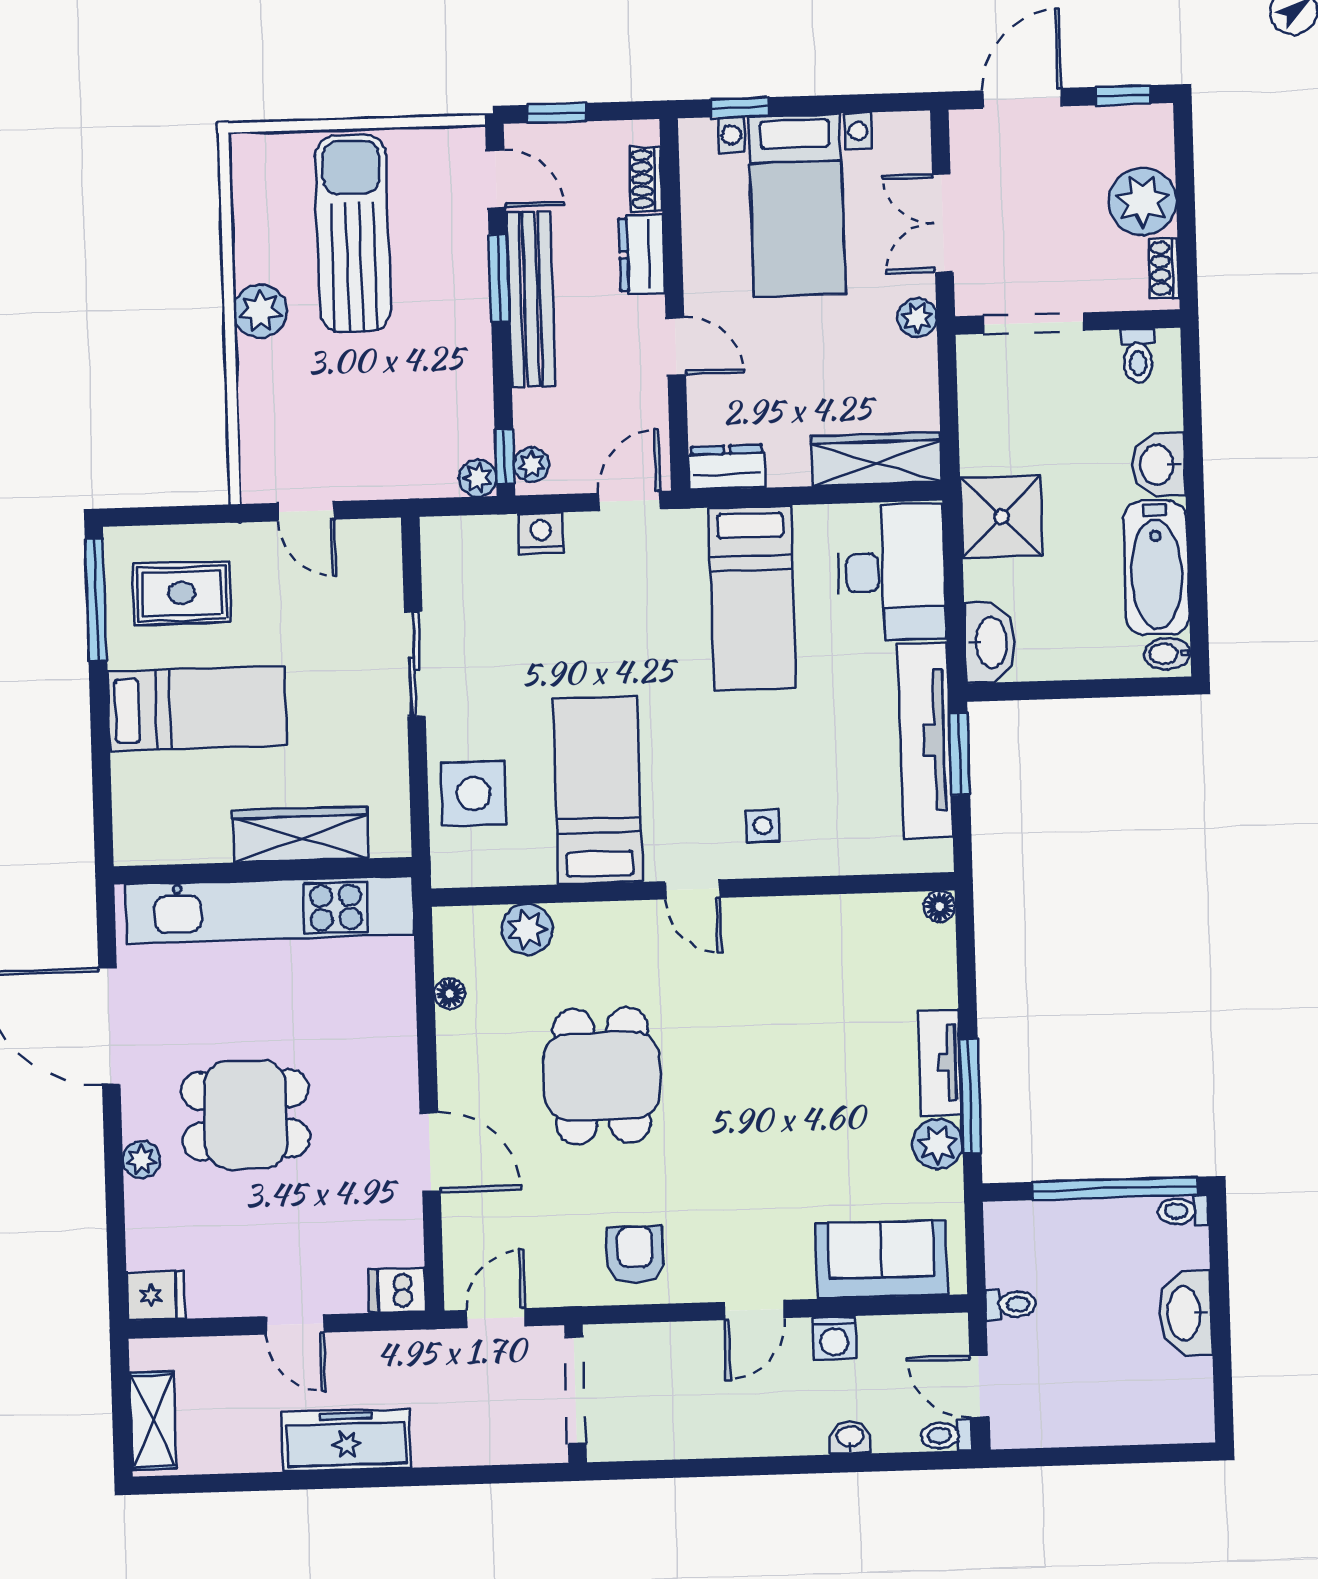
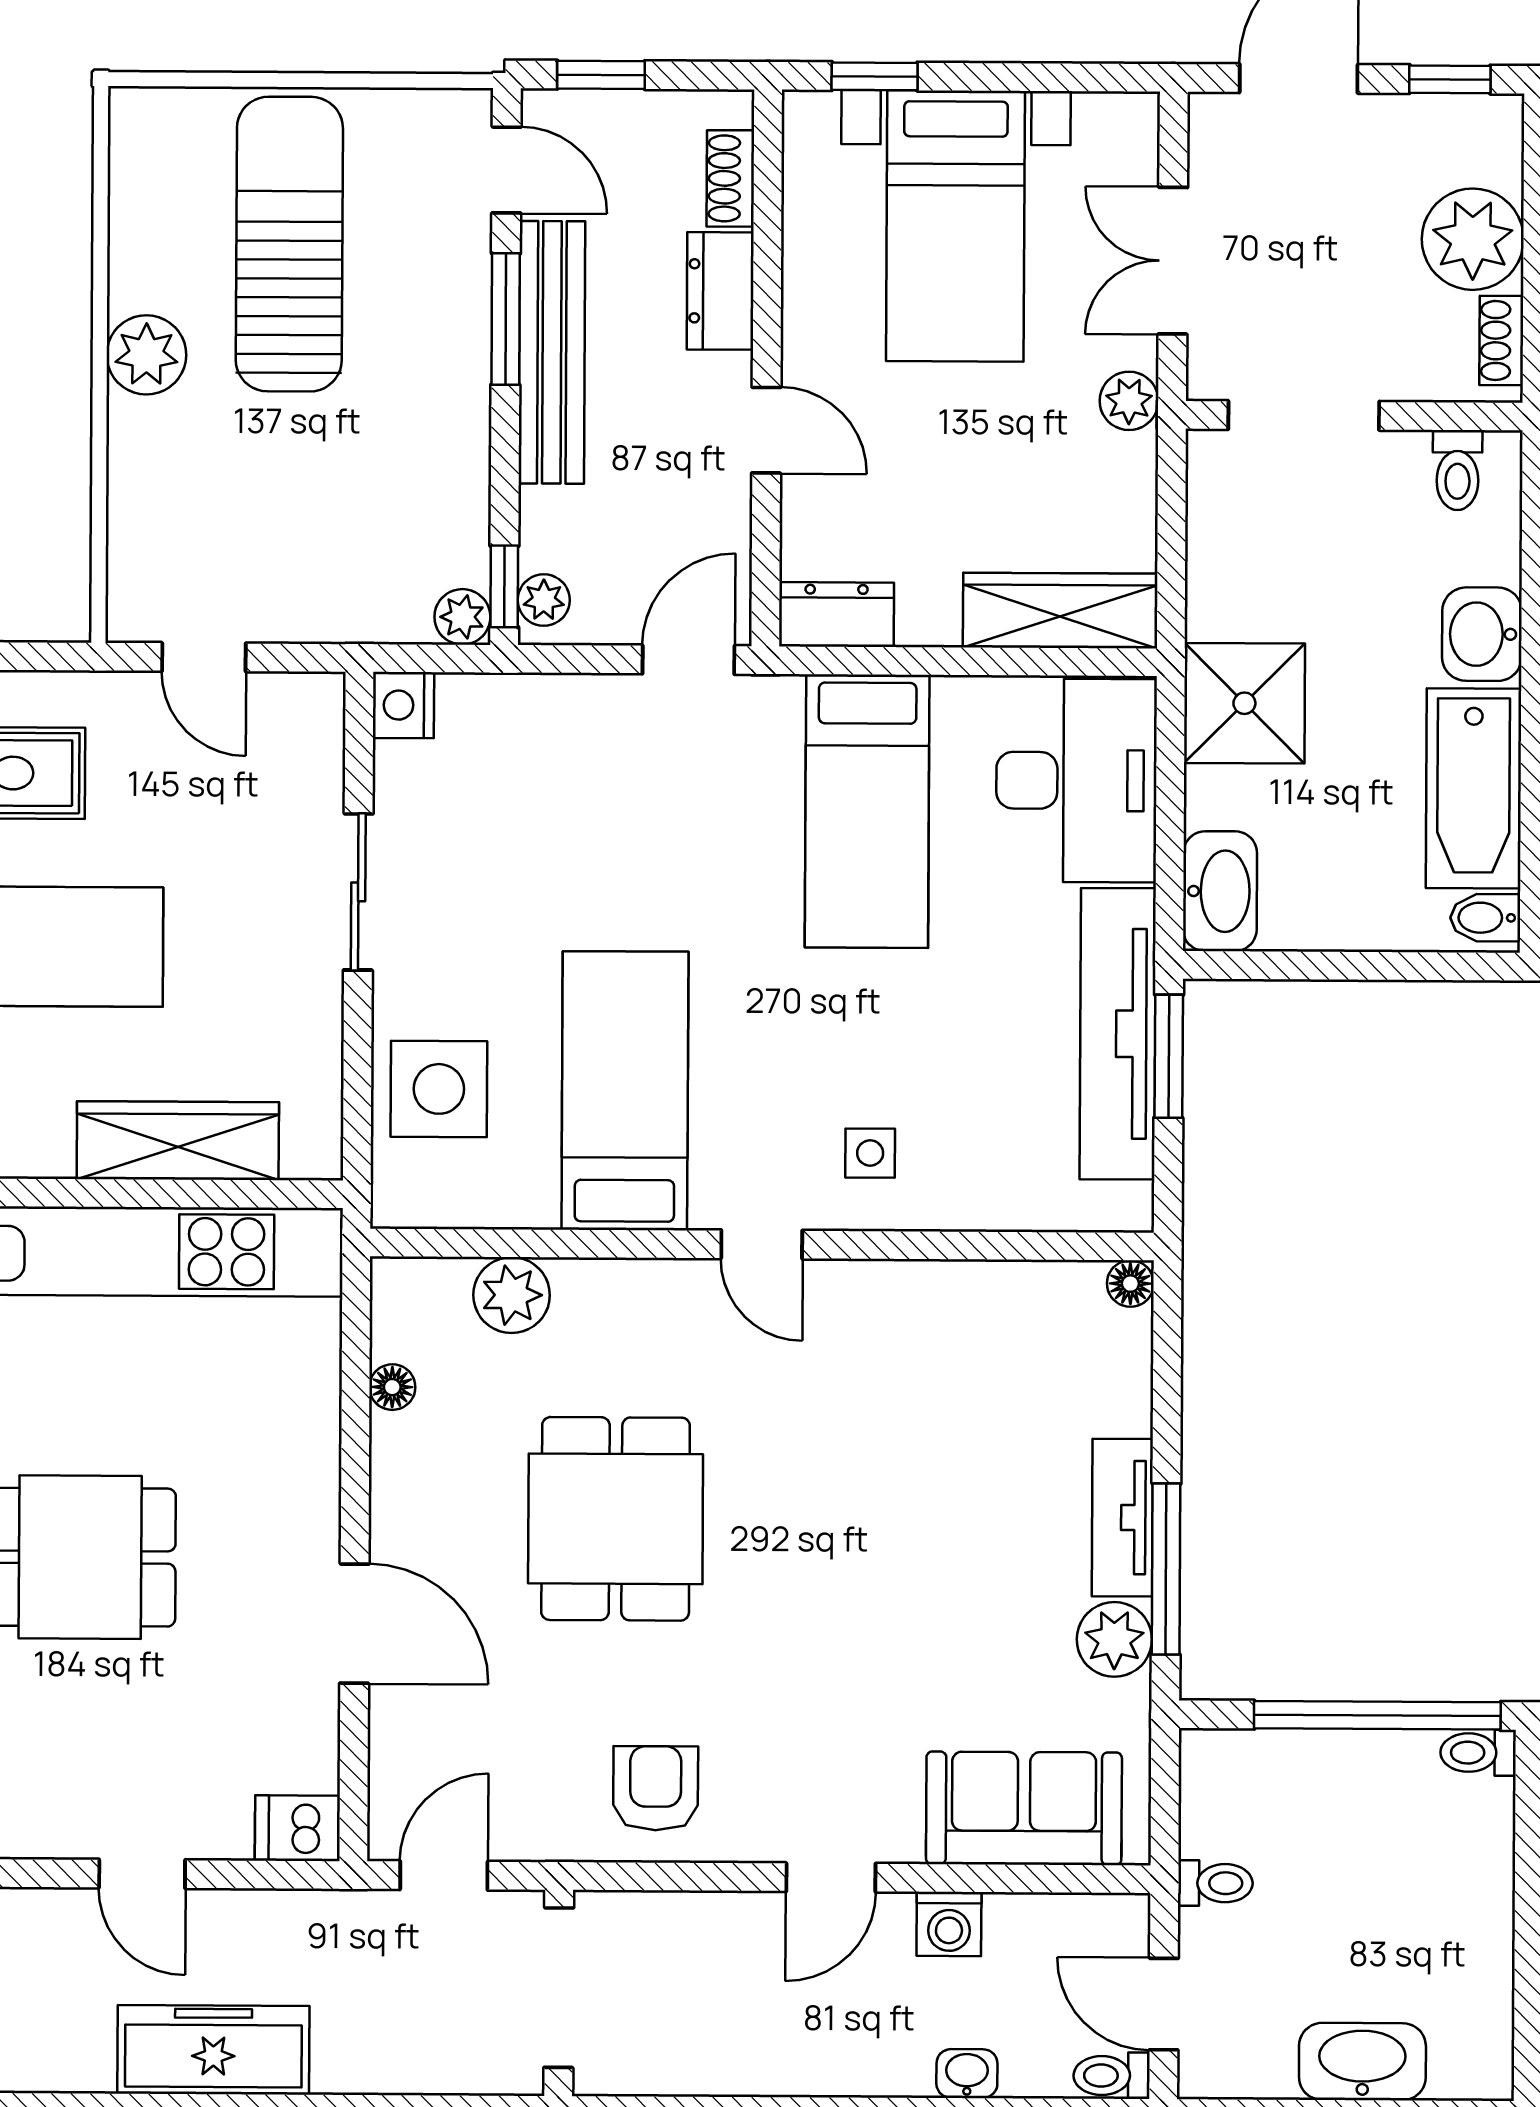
nightstand: (541, 533) -> (403, 705), moved, turned -90
washbasin: (1185, 1313) -> (1362, 2062), moved, turned 90

